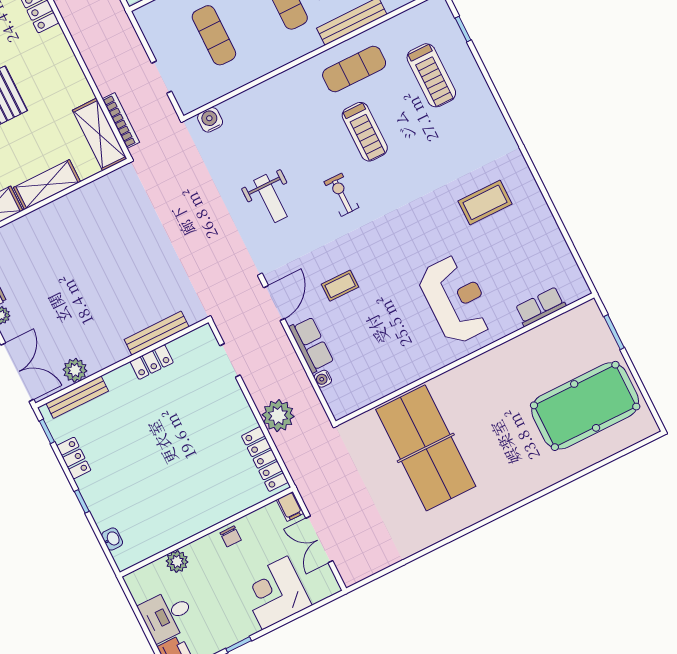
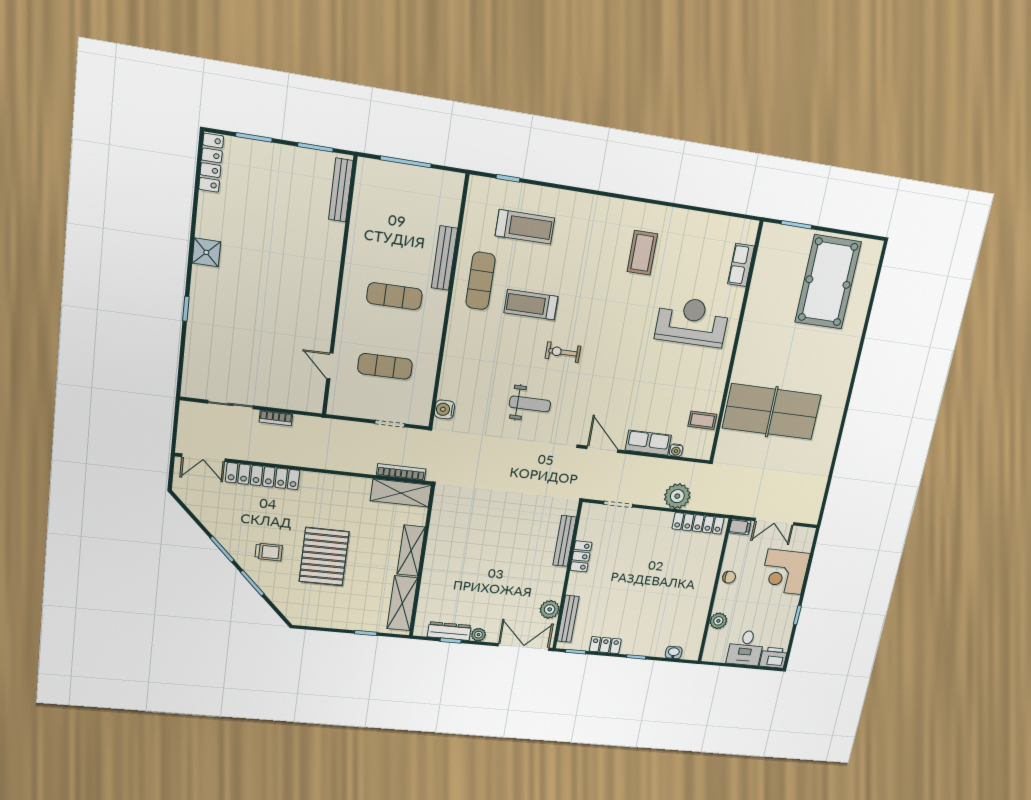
treadmill: (365, 132) -> (531, 305), turned 180
coffee table: (340, 286) -> (702, 420), moved, turned 90

